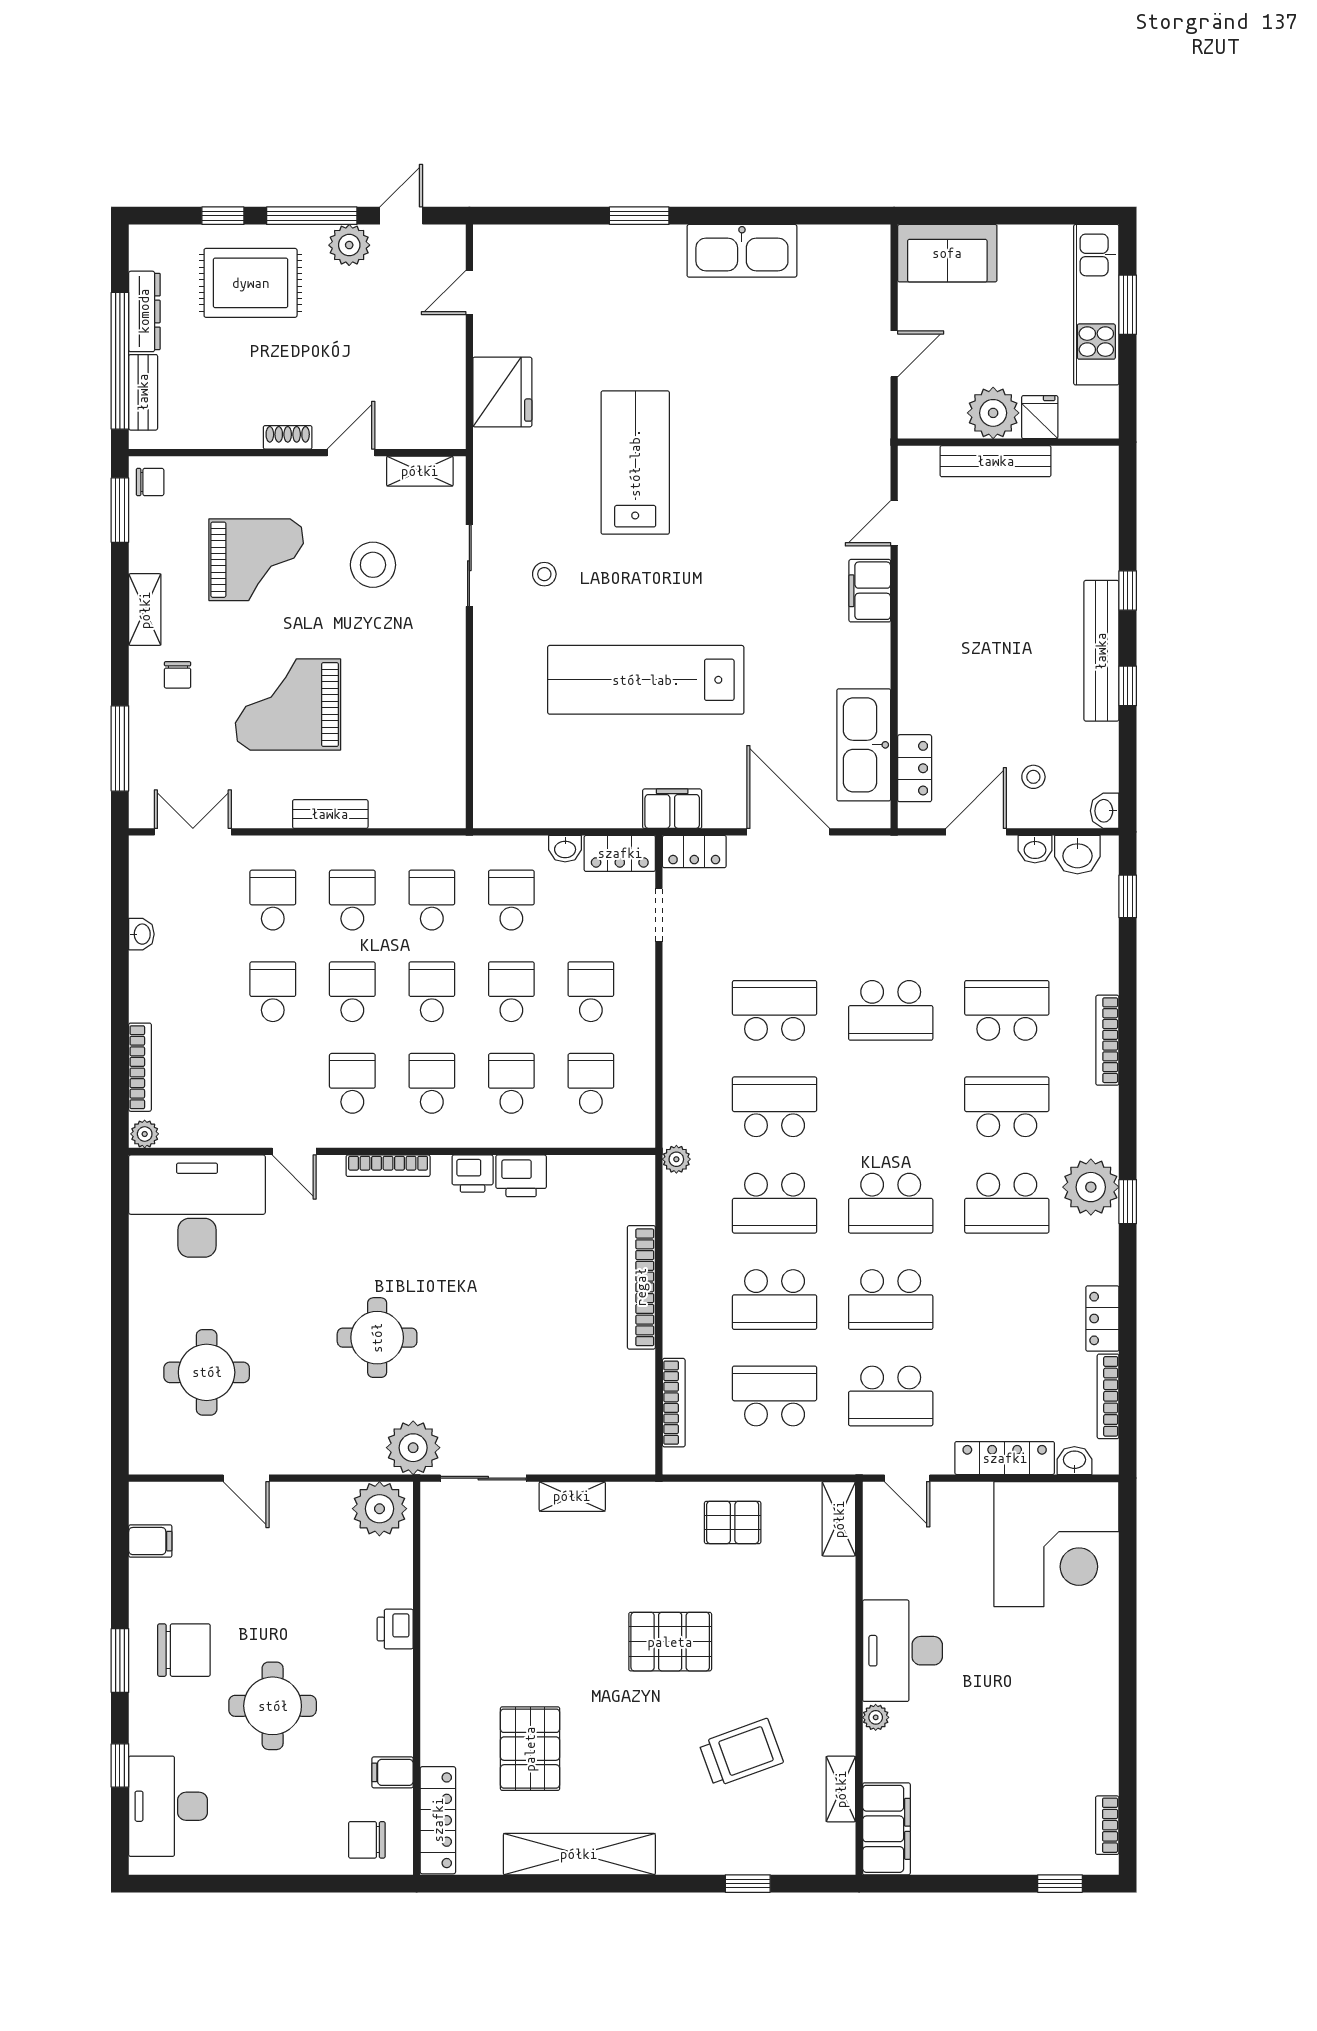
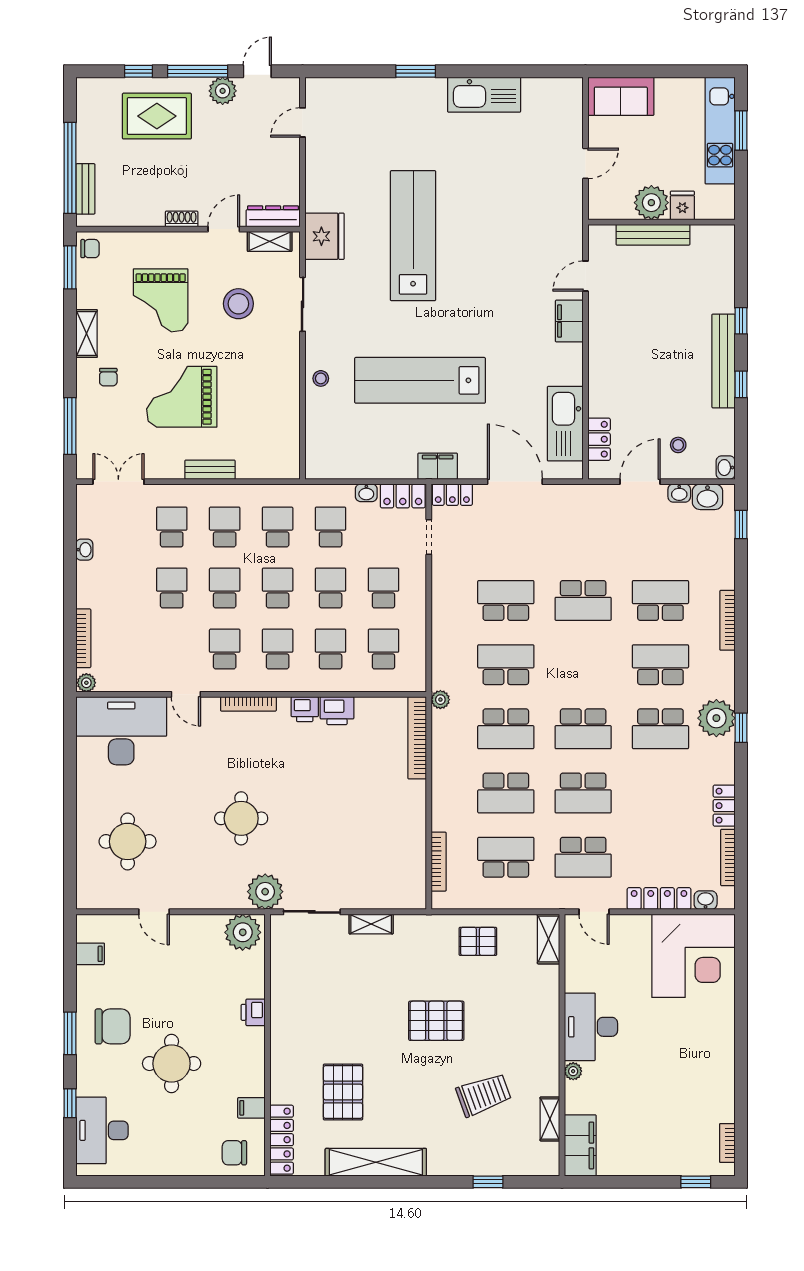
dresser: (144, 311) -> (273, 216), moved, turned -90
fridge: (502, 392) -> (325, 236), moved
lab bench: (635, 463) -> (413, 236), width x1.36
grand piano: (256, 560) -> (161, 300), turned 90
stool: (544, 574) -> (321, 378), moved
bookcase: (641, 1287) -> (417, 738), moved

